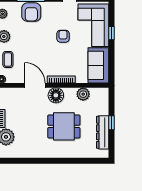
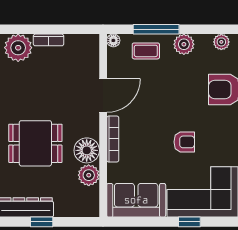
floor lamp: (56, 95) -> (87, 150), moved
dining table: (64, 126) -> (35, 143), turned 90

